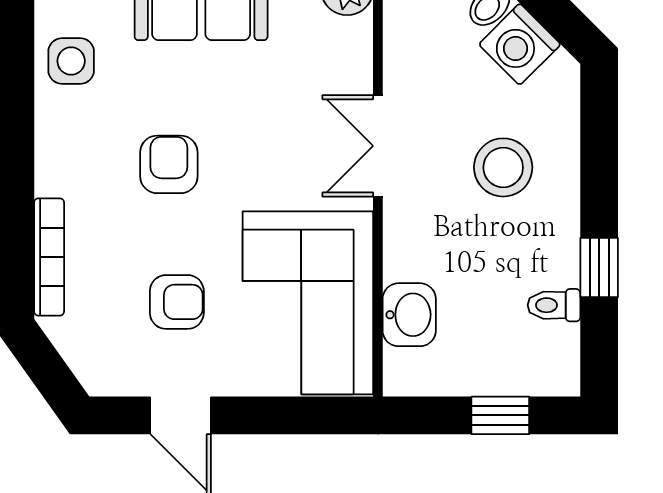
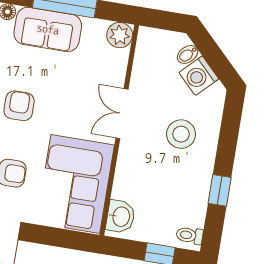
toilet: (554, 305) -> (190, 235), moved
washbasin: (409, 315) -> (121, 217), moved

